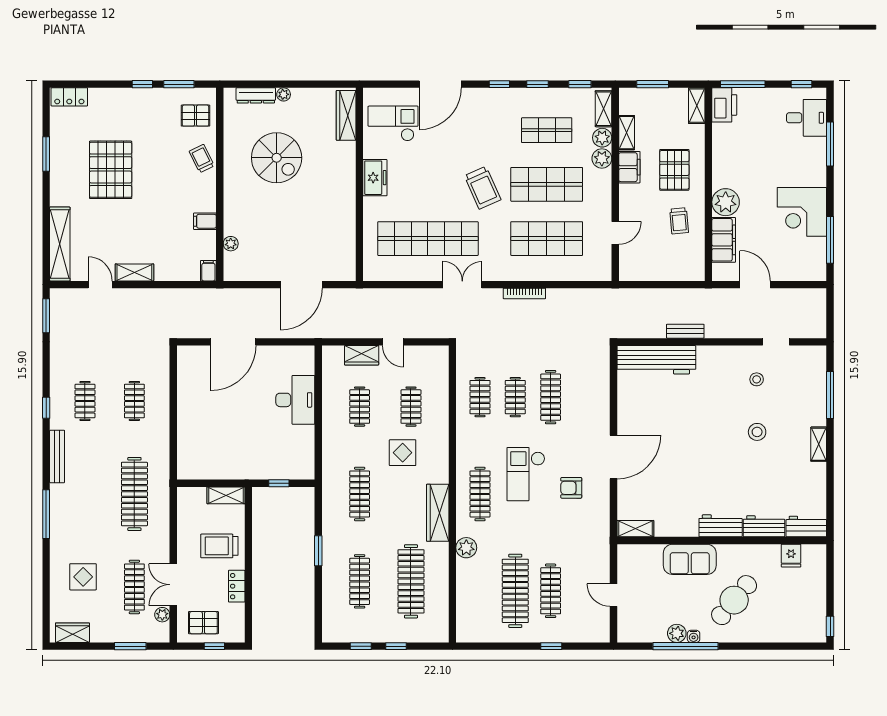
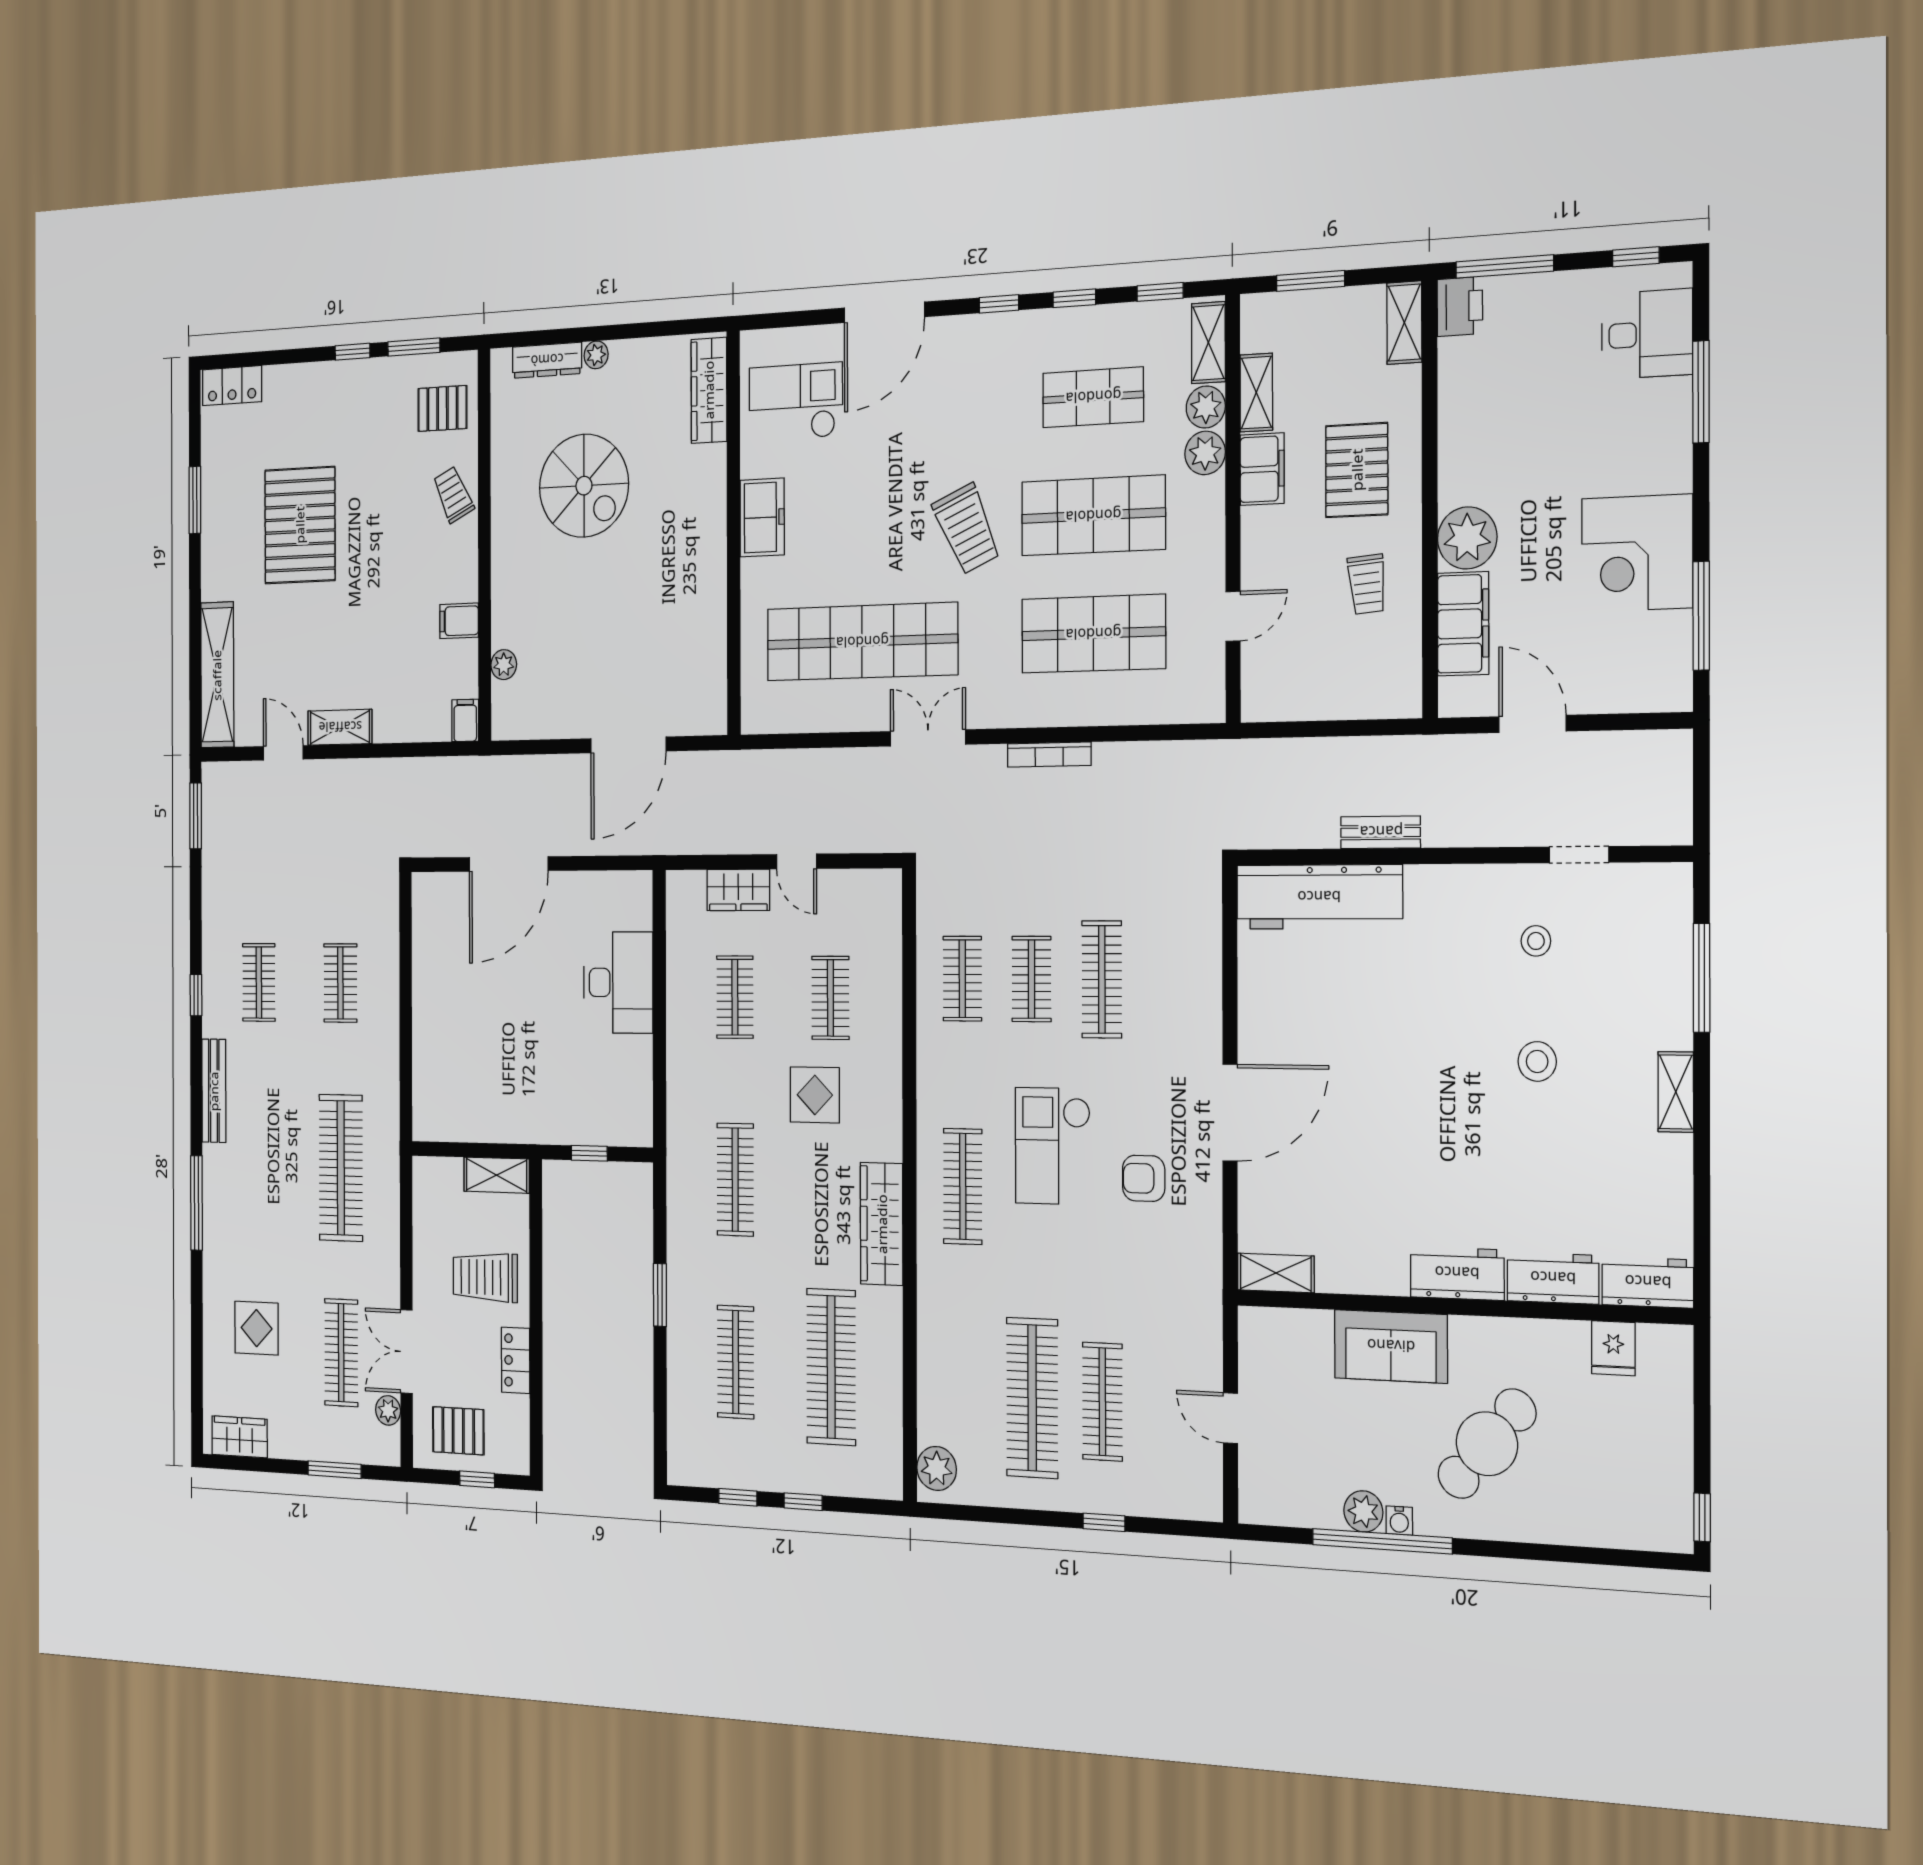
printer: (724, 105) -> (1460, 306), width x0.73, depth x0.84
plant: (466, 548) -> (937, 1468), moved

